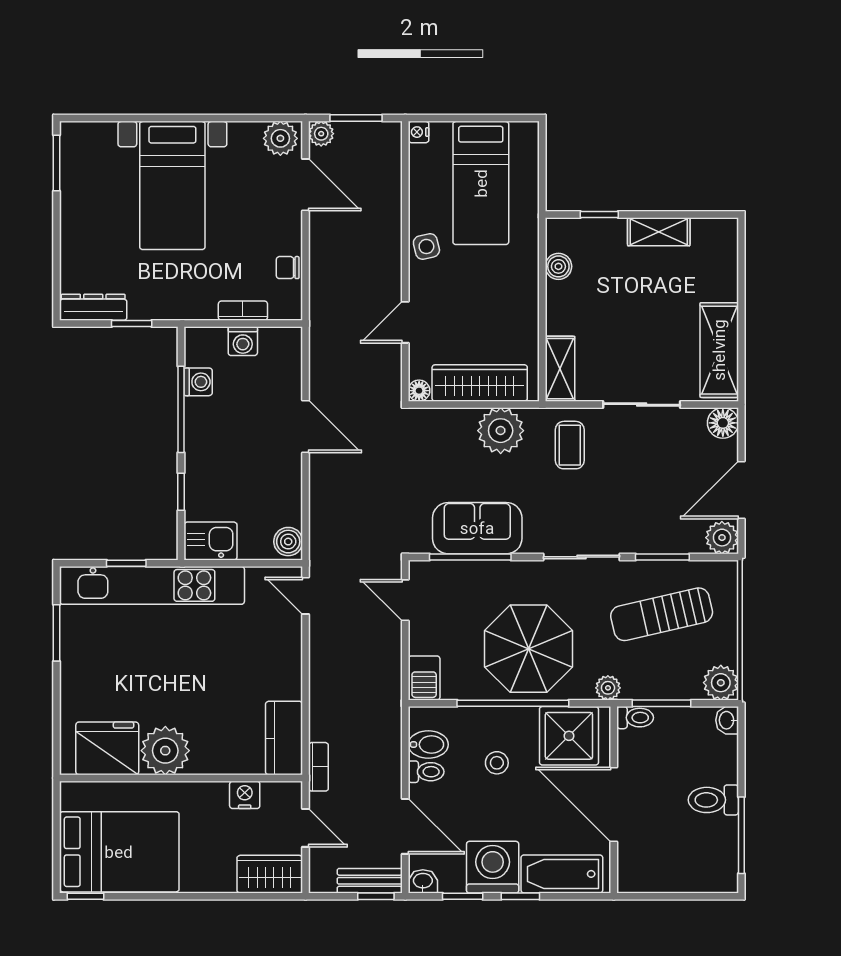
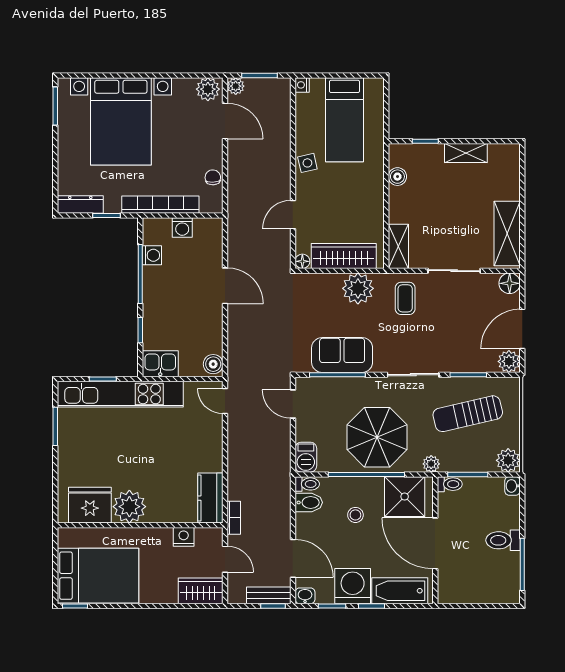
bed with nightstands: (172, 185) -> (121, 121), width x1.36
chair: (288, 268) -> (213, 177), turned 88
bookcase: (243, 311) -> (160, 205), width x2.31, depth x1.31
toilet: (426, 772) -> (307, 484), moved

